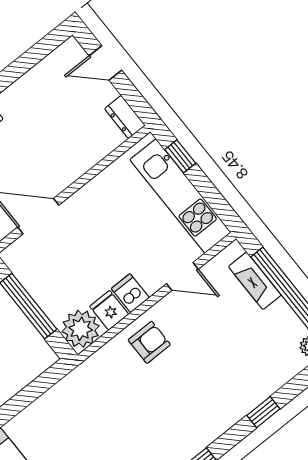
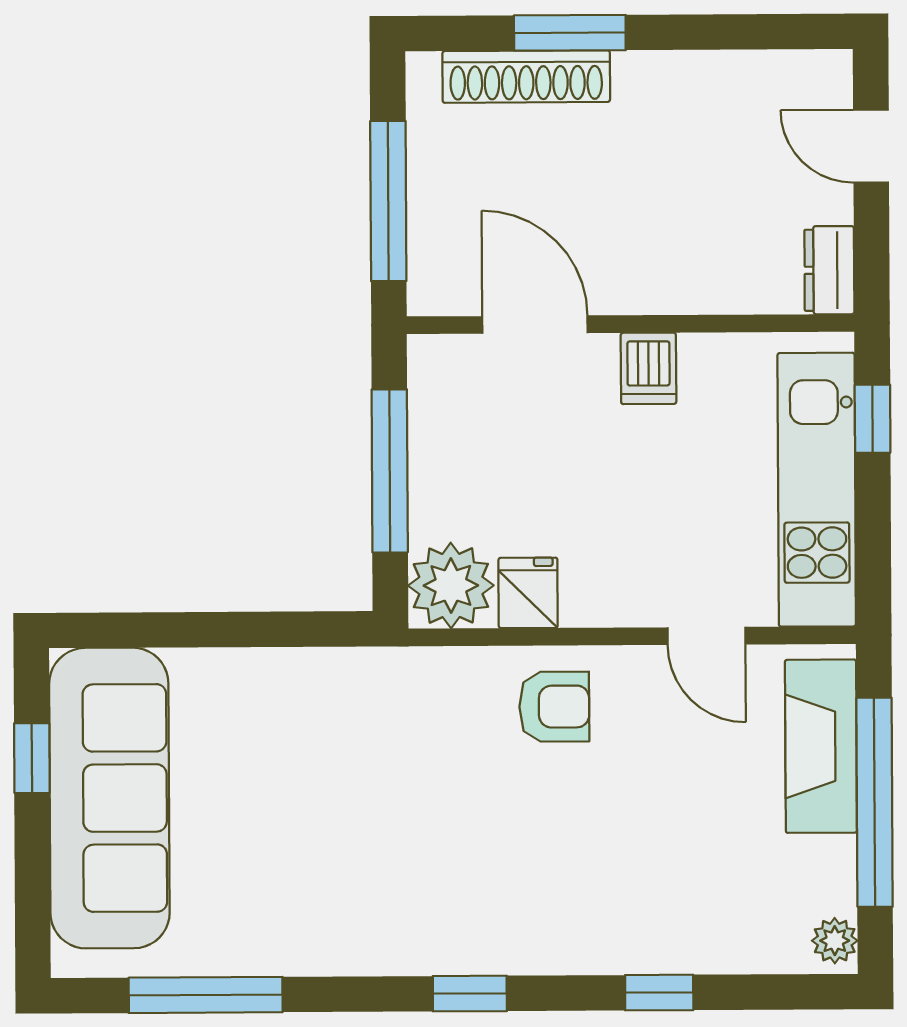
fireplace: (255, 281) -> (821, 746), width x1.37, depth x1.32
dishwasher: (130, 293) -> (648, 368), moved, turned 180

